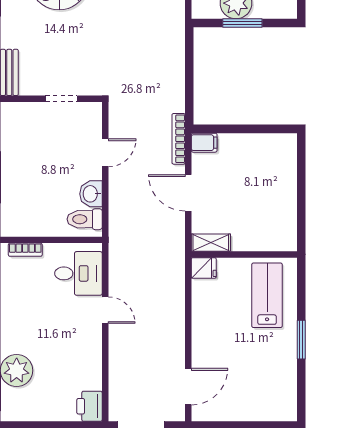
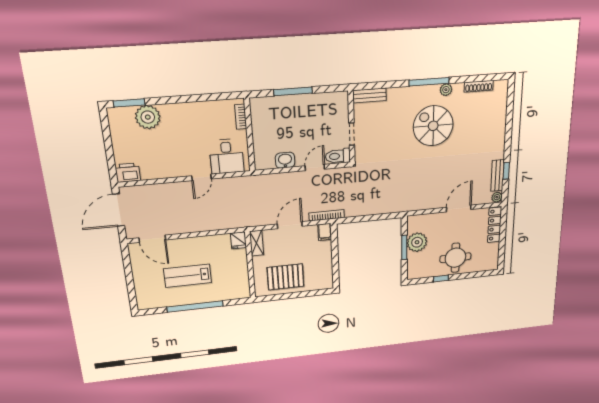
door: (105, 153) -> (315, 168), swing flipped
pallet: (270, 204) -> (285, 277), added
toilet: (85, 219) -> (338, 156), moved, turned -90
lab bench: (267, 295) -> (188, 276), moved, turned 180
window: (301, 340) -> (195, 307), width x2.11

